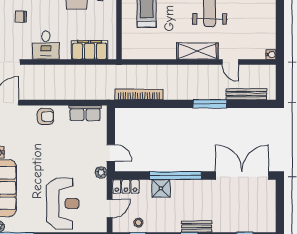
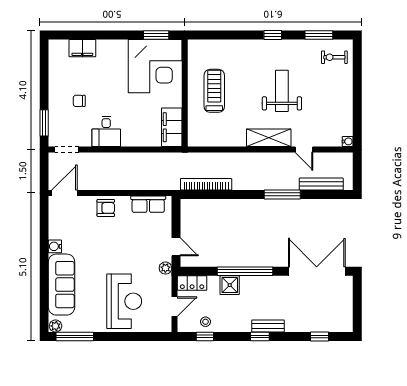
filing cabinet: (90, 50) -> (172, 127), moved, turned -90

